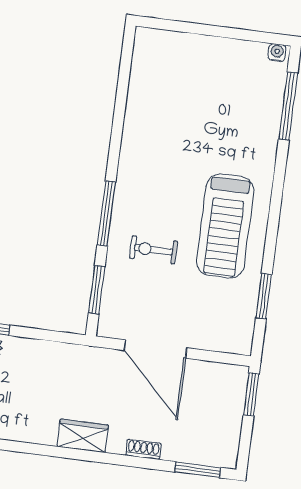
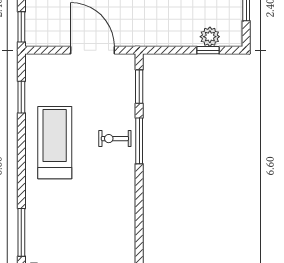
exercise bike: (153, 250) -> (115, 139), moved, turned 180

